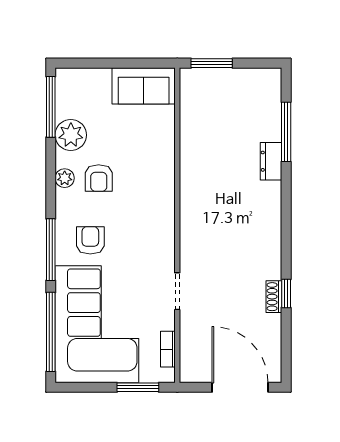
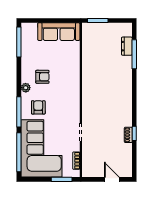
sofa: (144, 86) -> (59, 32), width x1.36
plant: (71, 135) -> (29, 56), removed
dresser: (271, 161) -> (127, 46), moved
plant: (65, 178) -> (26, 88), moved
armchair: (99, 178) -> (42, 77), turned -90
door: (240, 387) -> (112, 179), width x0.53

